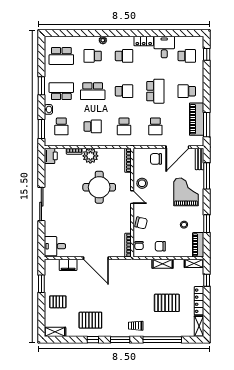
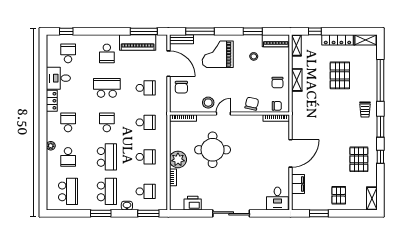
school desk: (61, 91) -> (107, 191), turned 180
school desk: (93, 126) -> (146, 157), turned 90
printer: (51, 156) -> (193, 203), moved

